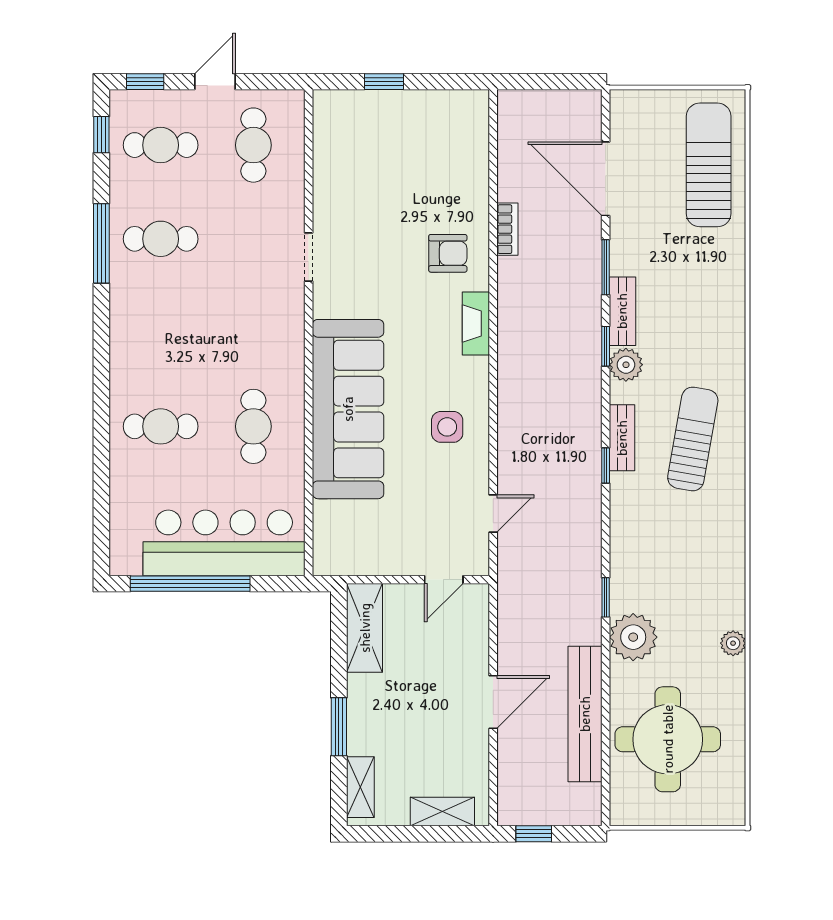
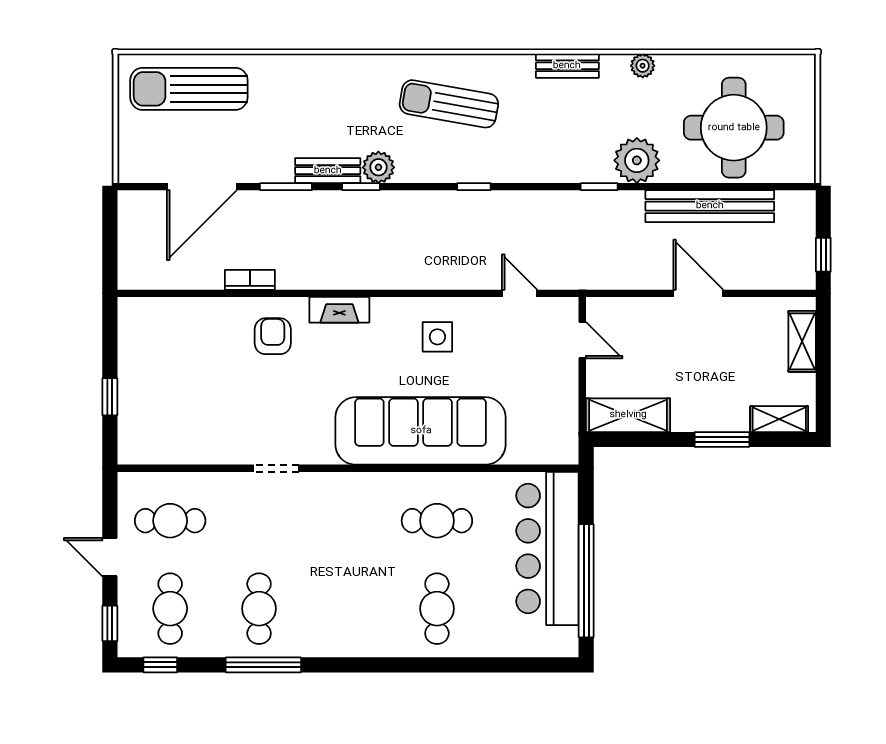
bench: (622, 438) -> (567, 66), moved

